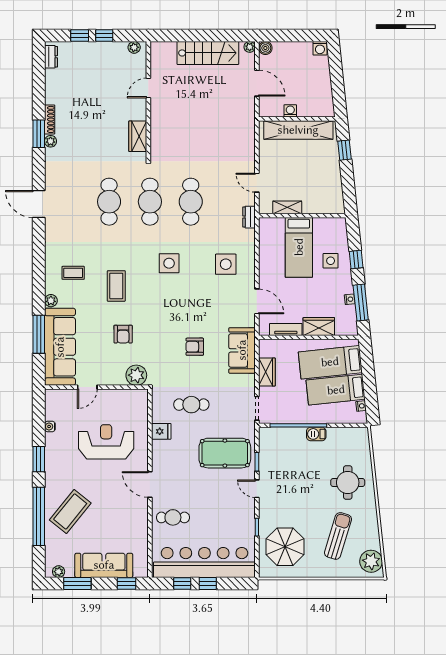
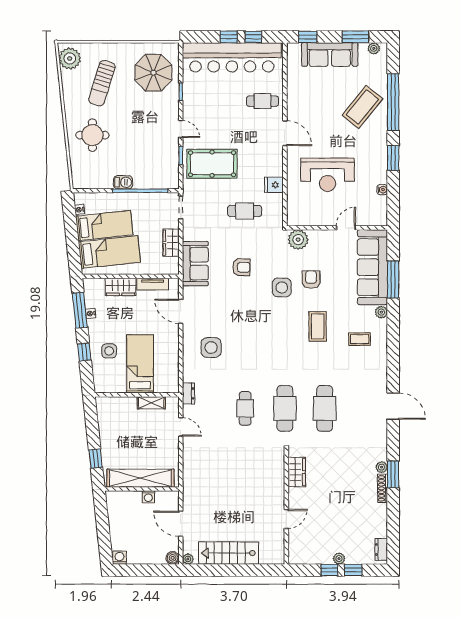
plant: (134, 47) -> (339, 559), moved
cafe table: (191, 202) -> (245, 408), width x0.73, depth x0.74
side table: (169, 263) -> (282, 288), moved

